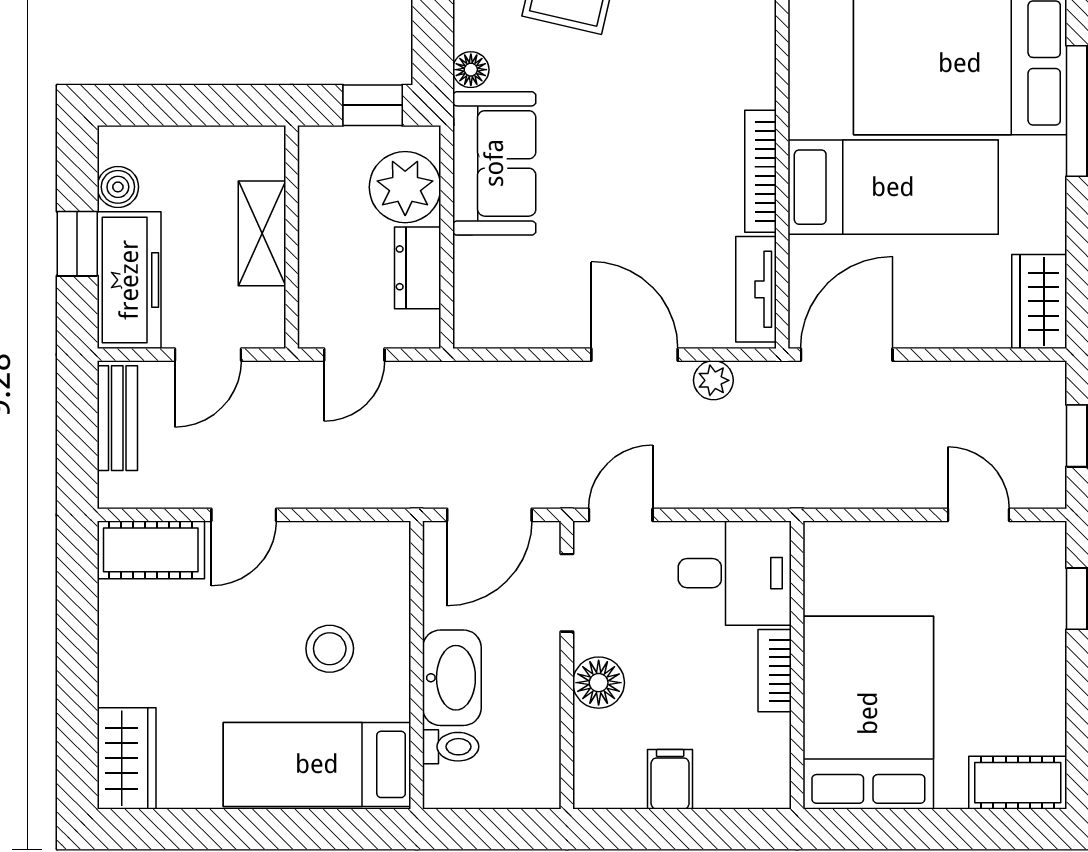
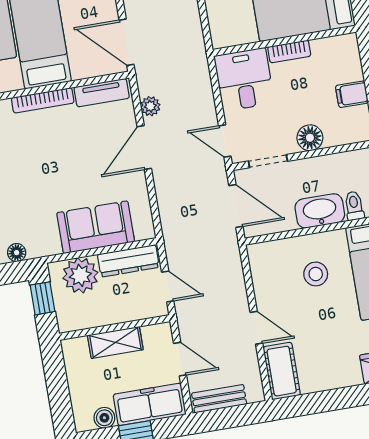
sofa: (494, 163) -> (96, 227), moved
dresser: (418, 268) -> (128, 261), width x1.44

